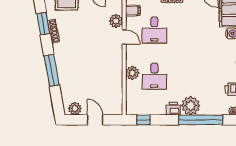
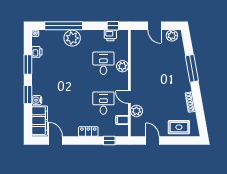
window: (43, 24) -> (199, 109), removed
printer: (173, 109) -> (110, 35), moved

